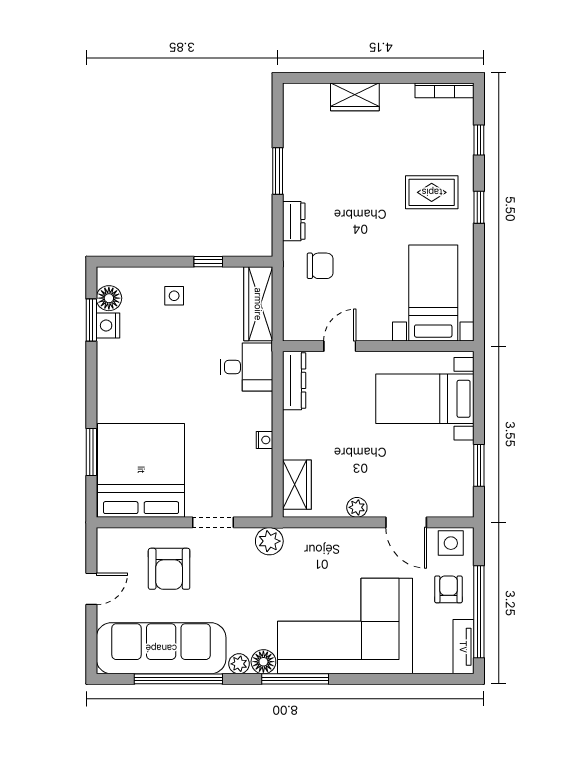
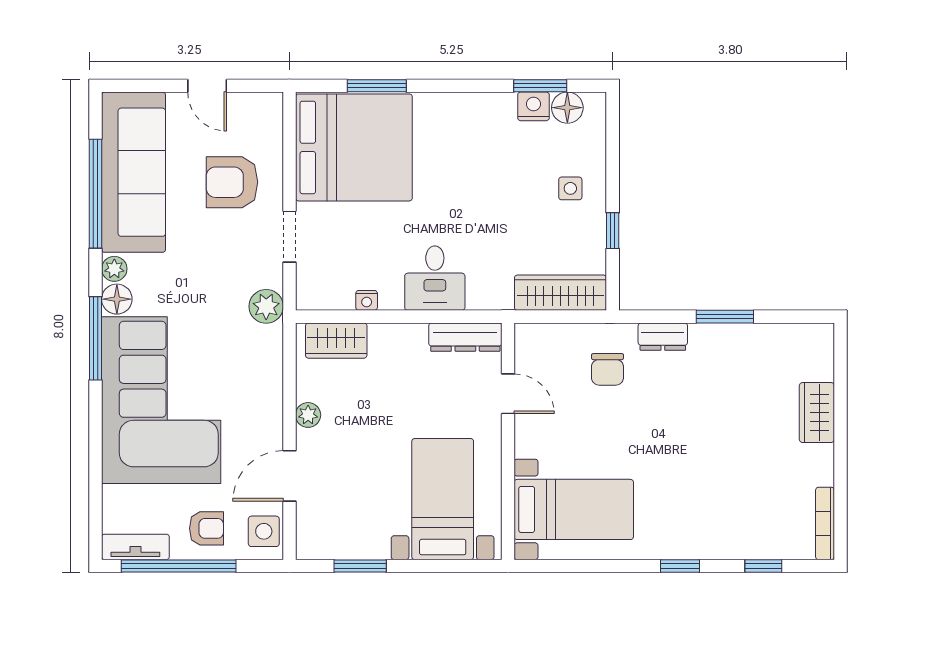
rug: (432, 192) -> (698, 508), removed
desk: (247, 367) -> (435, 278), moved
nightstand: (264, 440) -> (367, 300), moved

